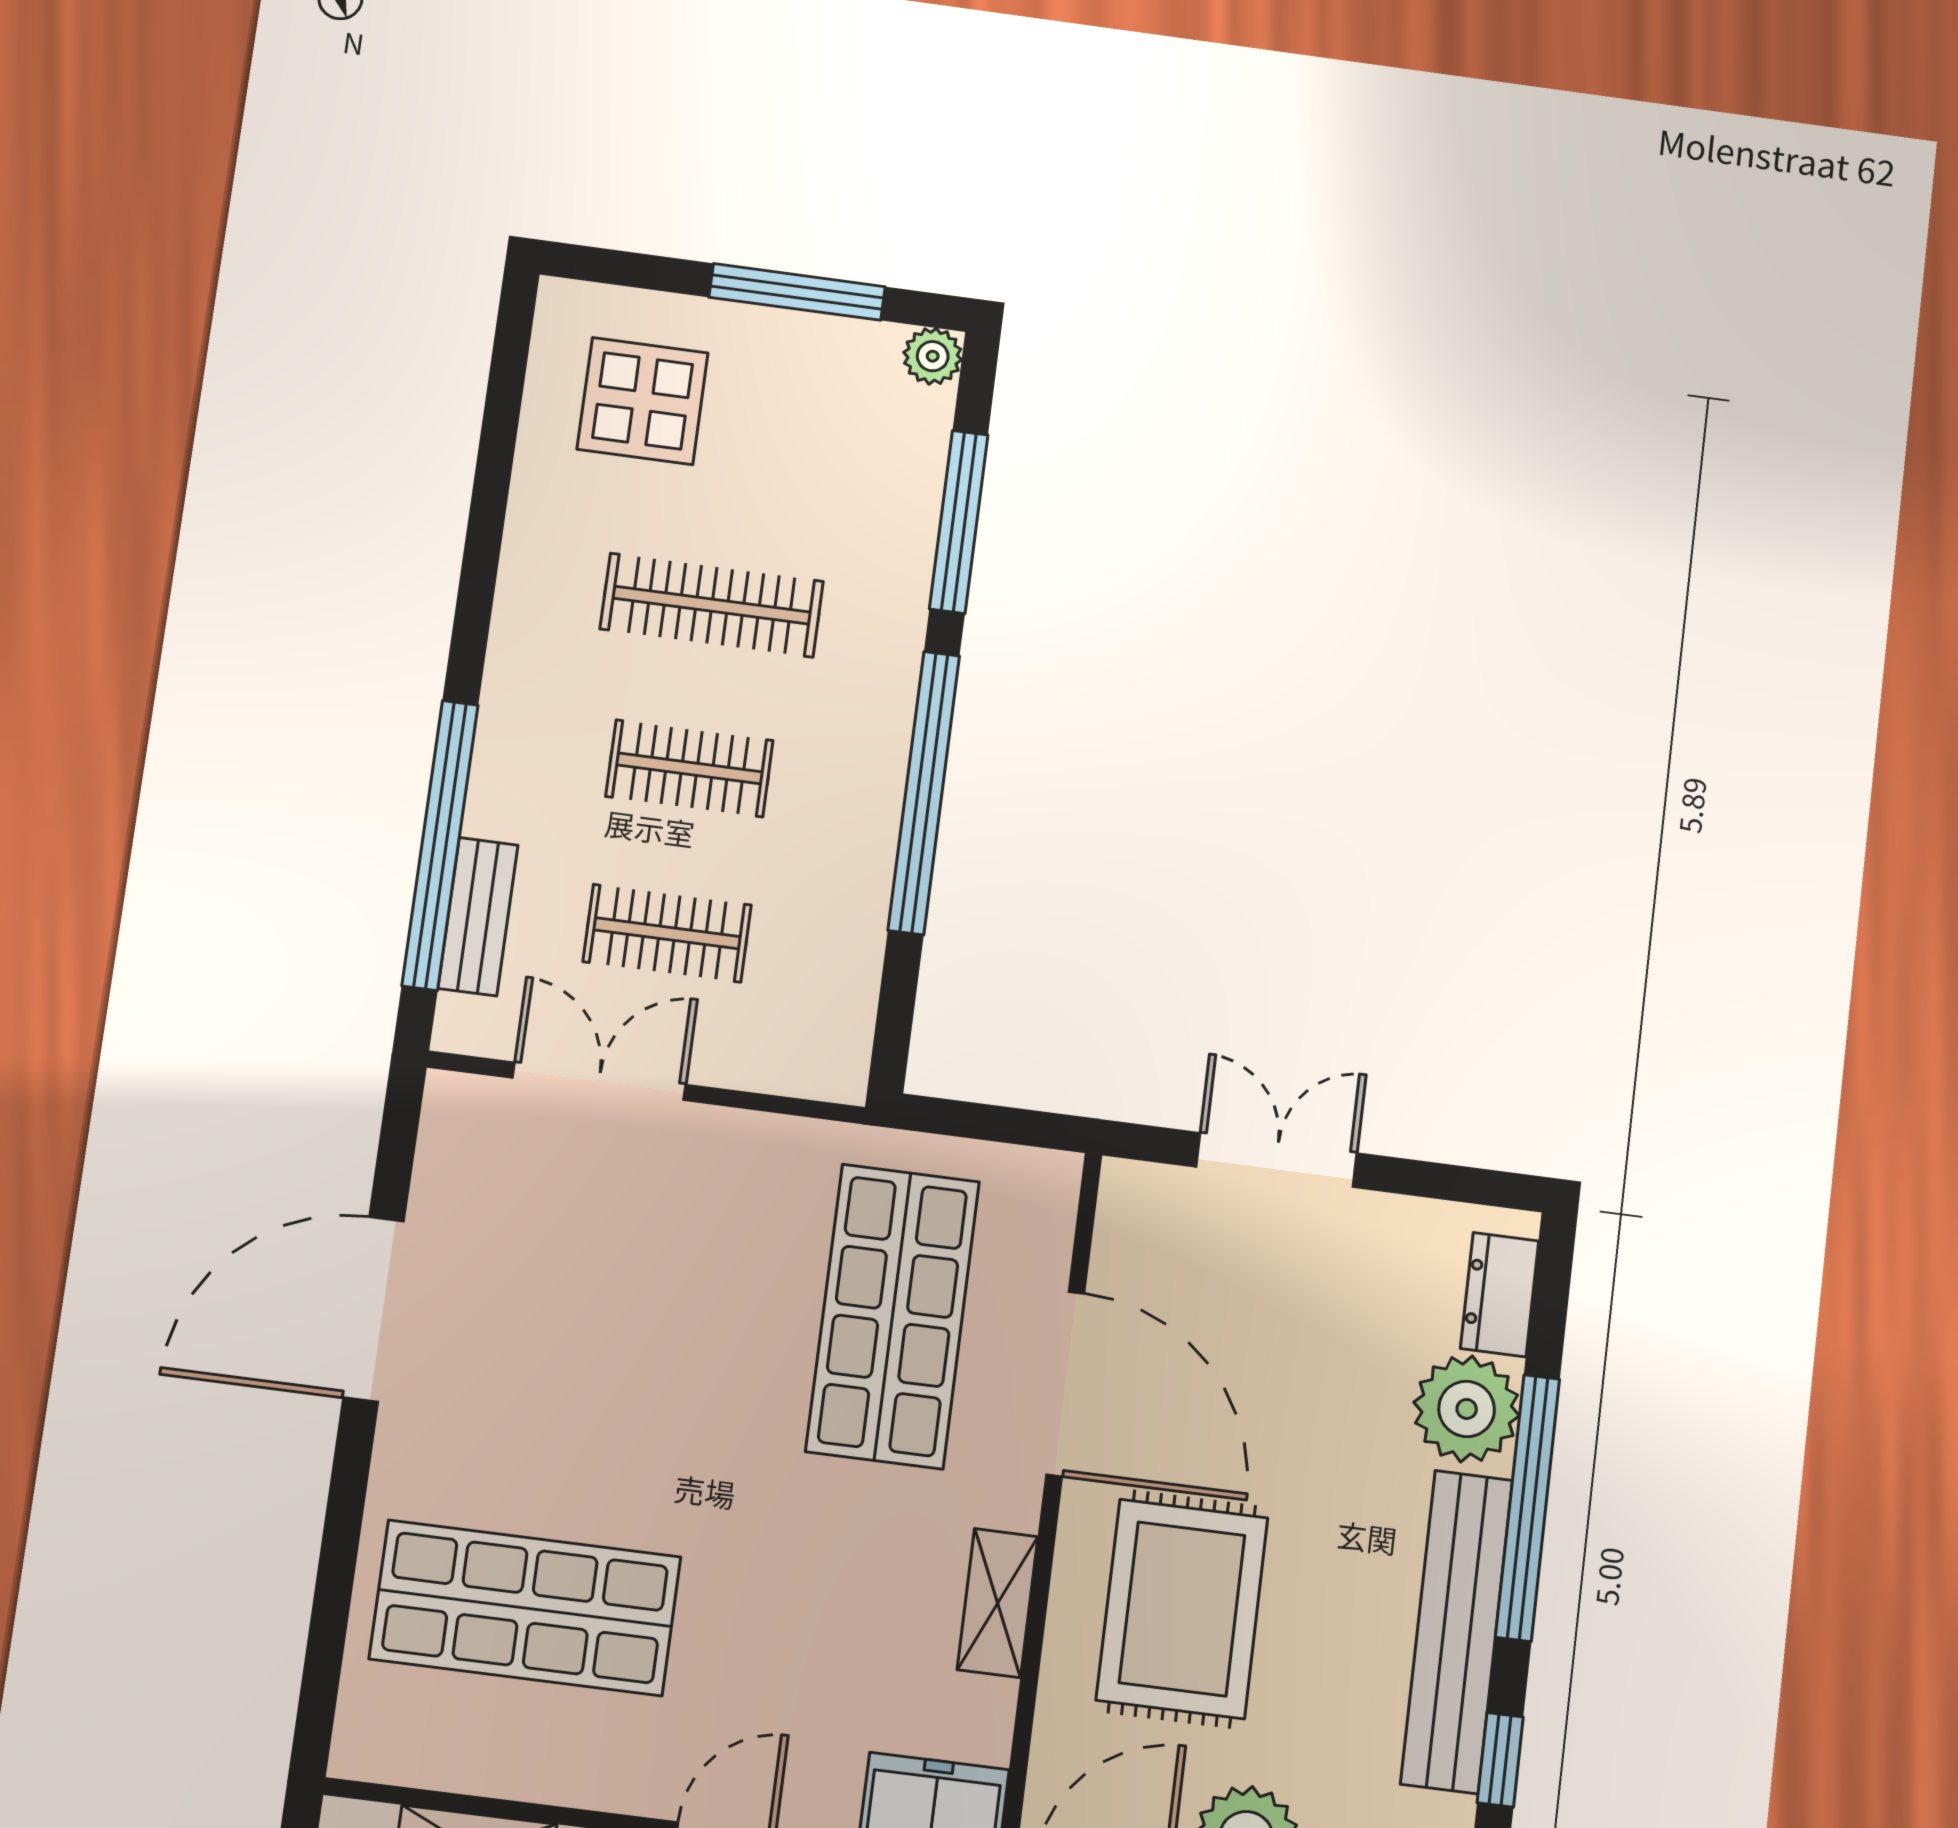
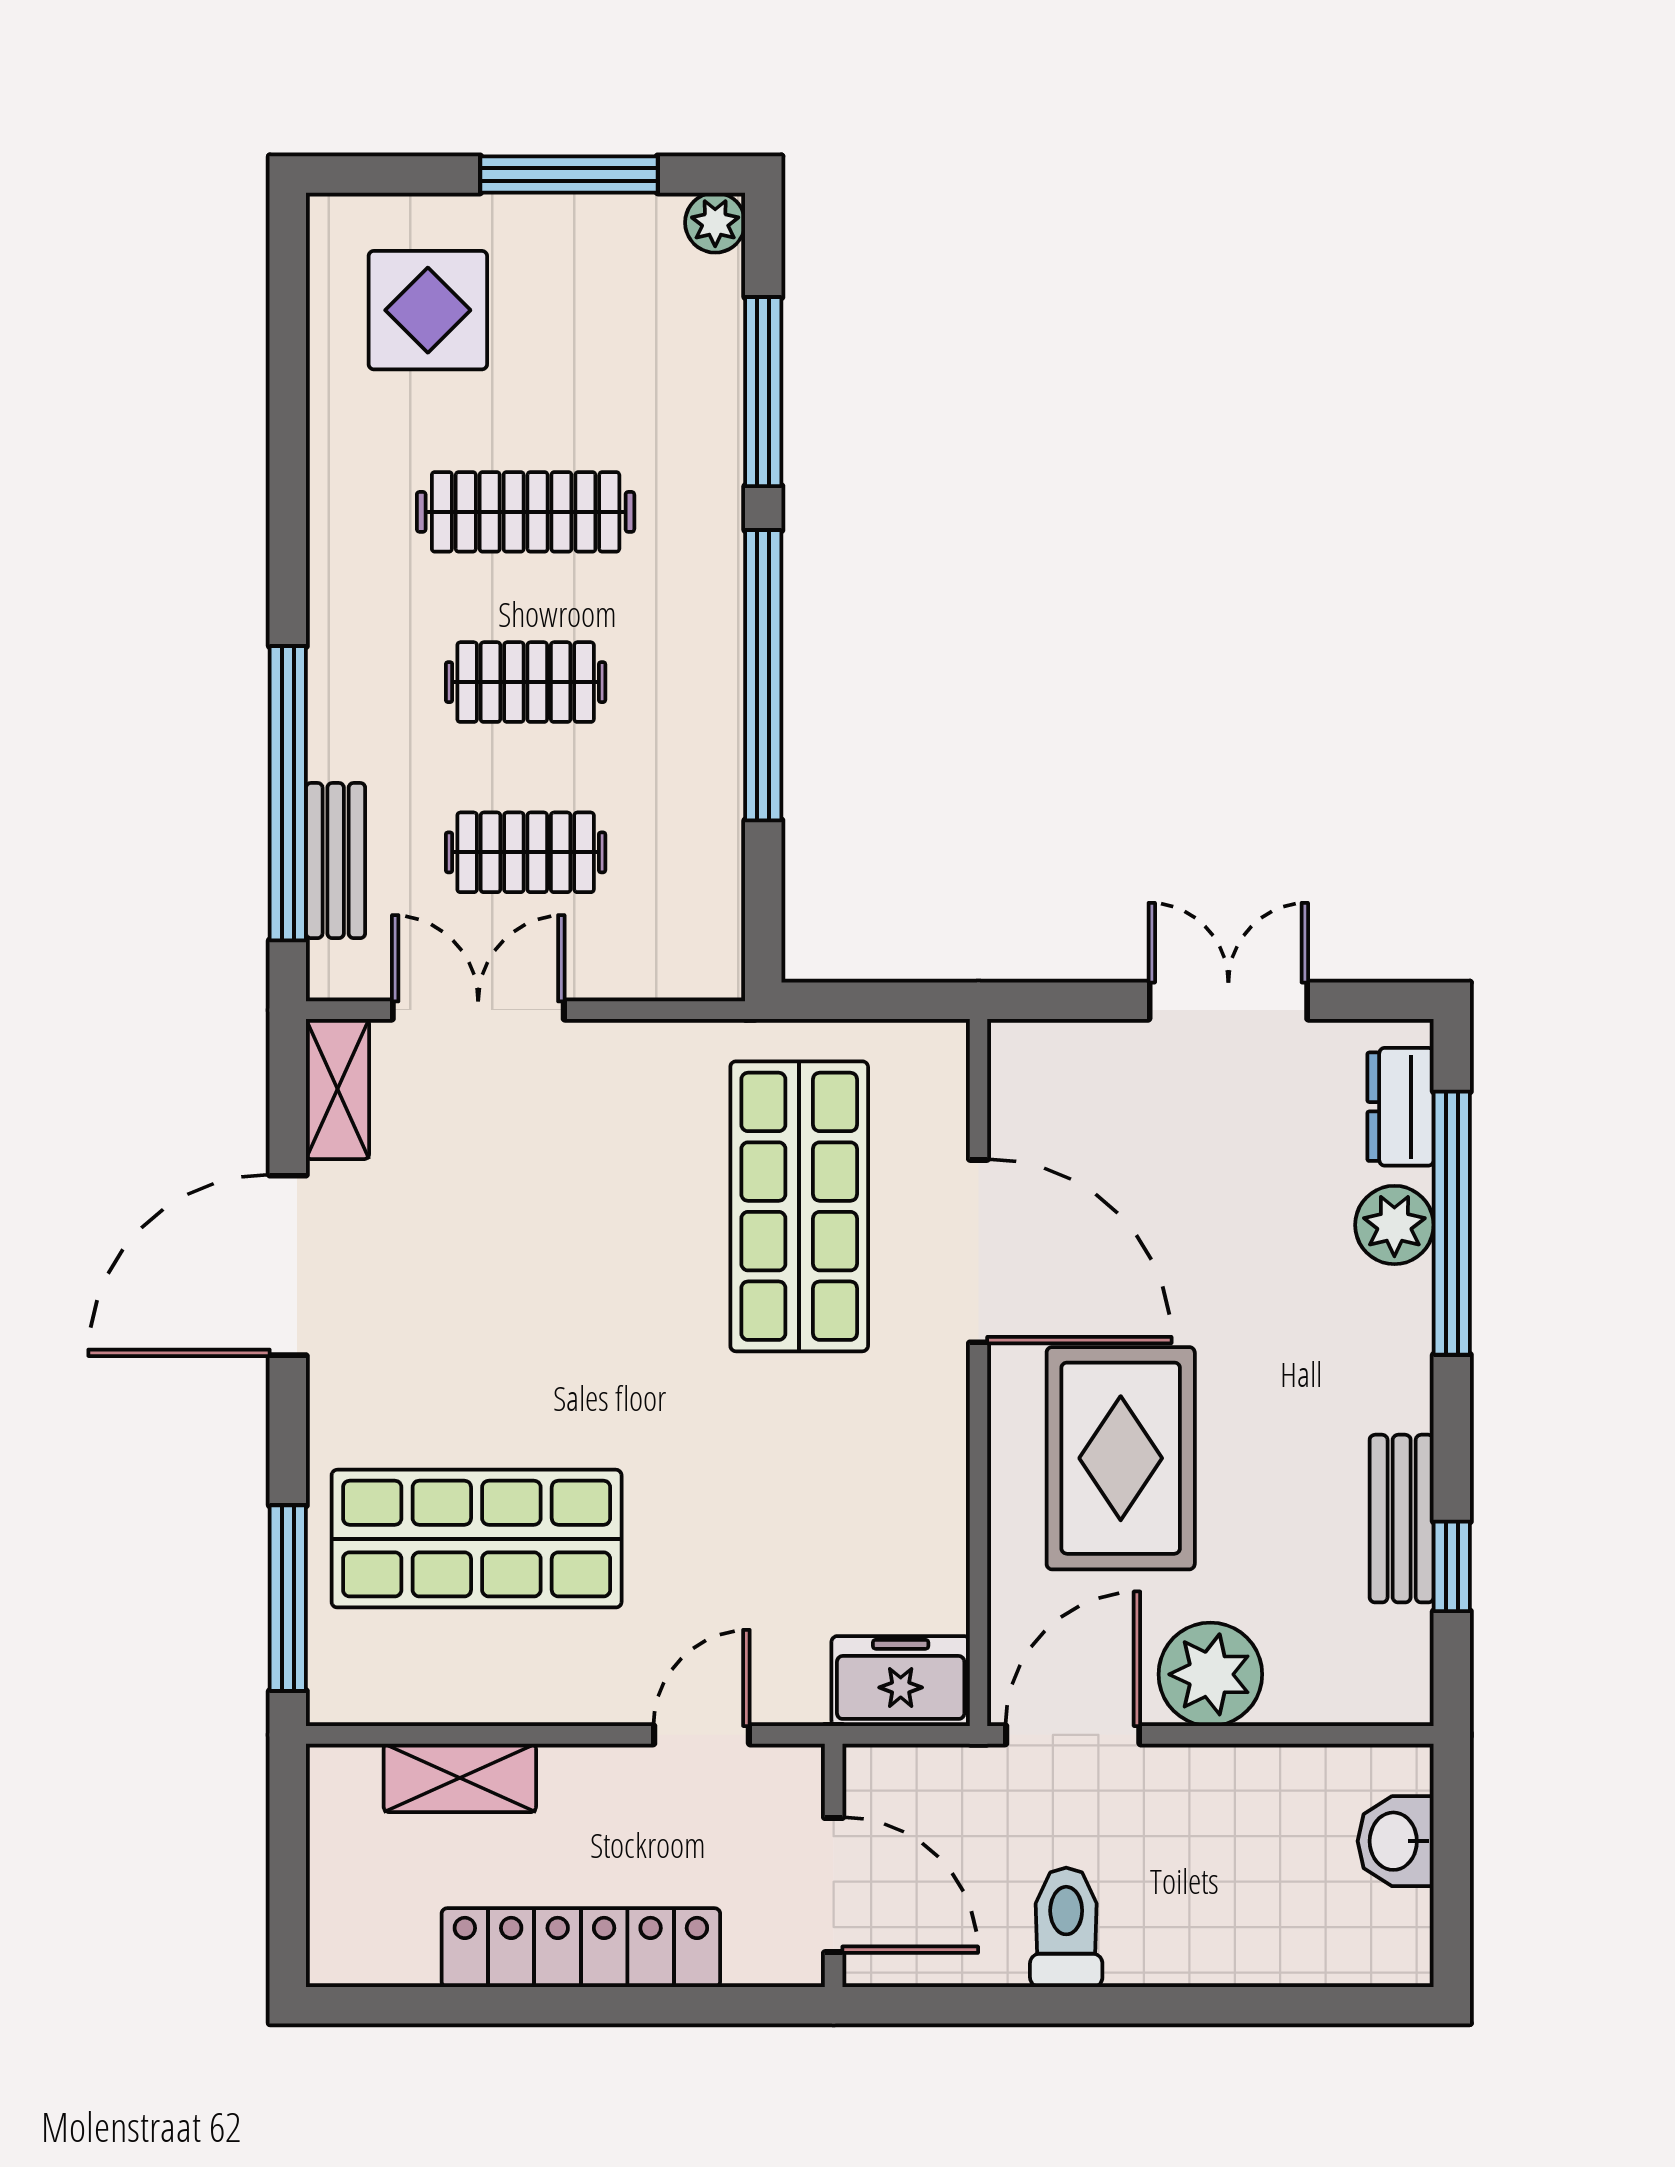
double door: (1277, 1160) -> (1228, 1001), moved
plant: (1467, 1409) -> (1394, 1225), width x0.73, depth x0.73
window: (1528, 1508) -> (1452, 1223), moved
shelving: (998, 1603) -> (338, 1089), moved
bench: (1457, 1632) -> (1402, 1519), width x0.54, depth x0.82
window: (326, 1644) -> (288, 1598), added

